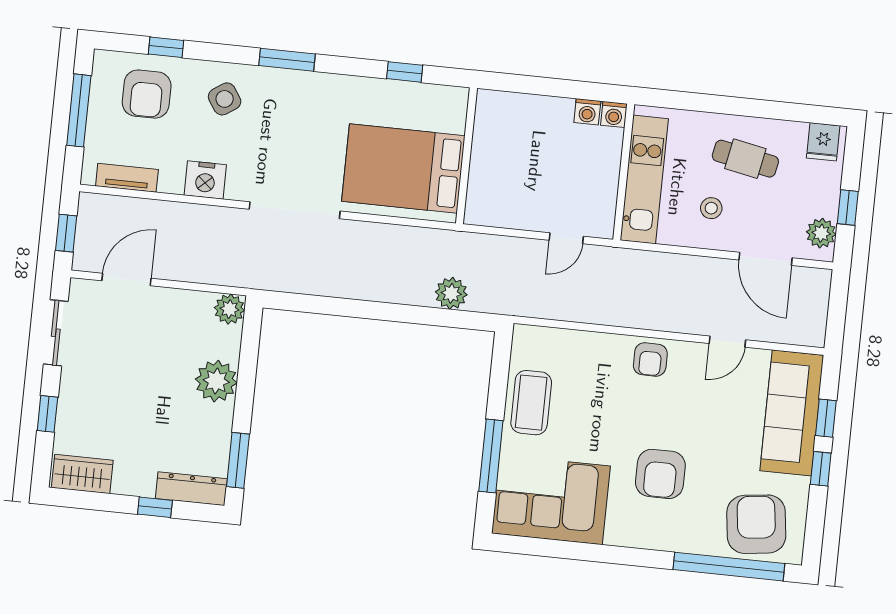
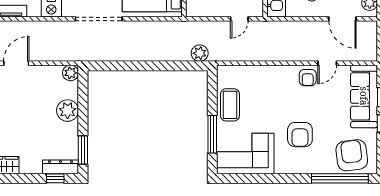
plant: (451, 293) -> (200, 53), moved
armchair: (650, 360) -> (308, 78), moved
window: (155, 507) -> (55, 178), moved

